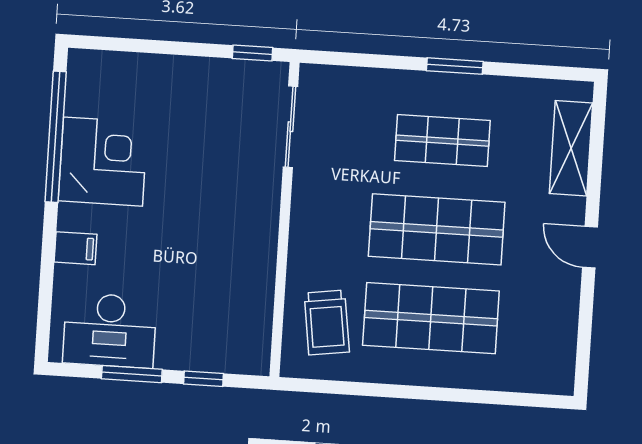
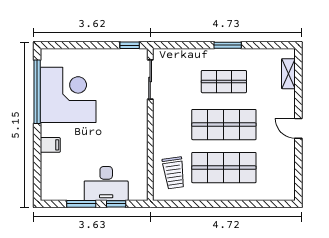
shelving: (571, 148) -> (288, 74), width x0.67, depth x0.75
corner desk: (103, 162) -> (68, 95), width x1.36, depth x1.36
desk: (110, 330) -> (106, 184), moved

